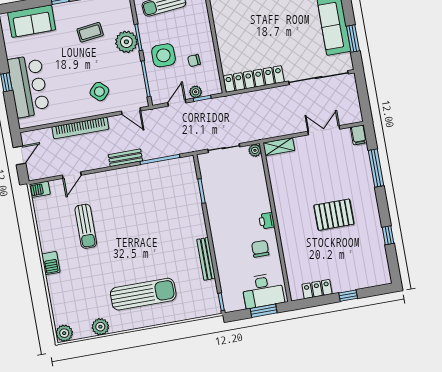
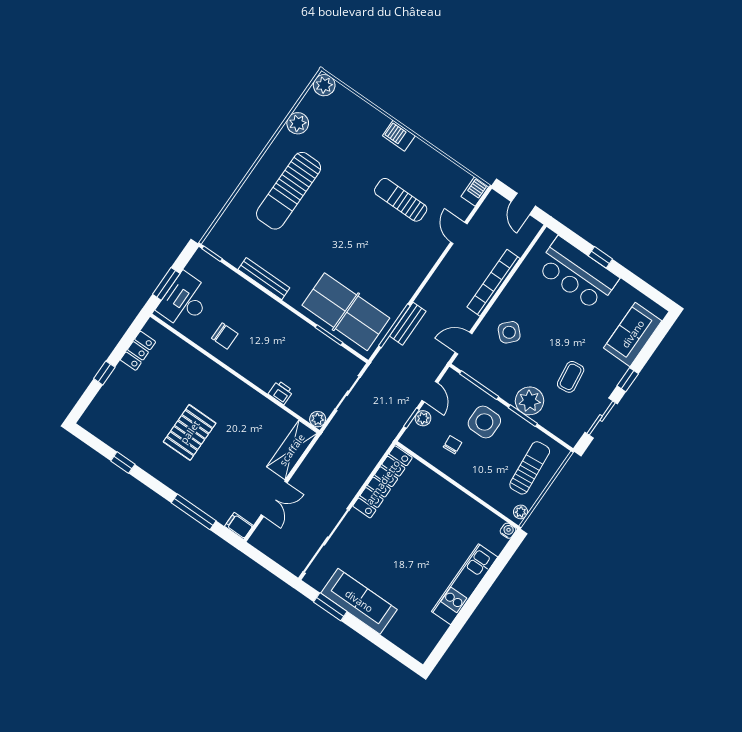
shelving: (279, 147) -> (292, 450), width x1.50, depth x1.33
bench: (125, 158) -> (408, 324), moved
table tennis table: (179, 194) -> (346, 312), added
printer: (267, 221) -> (281, 392), moved

